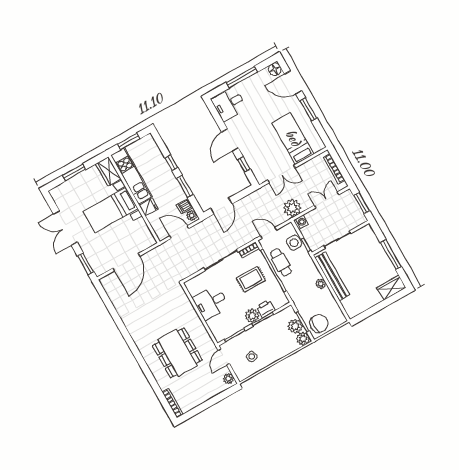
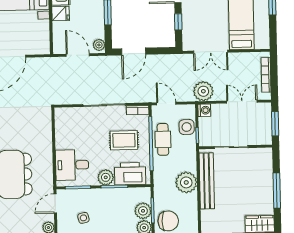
dishwasher: (185, 206) -> (97, 32), removed
plant: (321, 284) -> (186, 182), width x1.87, depth x1.87
desk: (211, 303) -> (72, 165), moved
printer: (266, 308) -> (130, 174), width x1.87, depth x1.48

